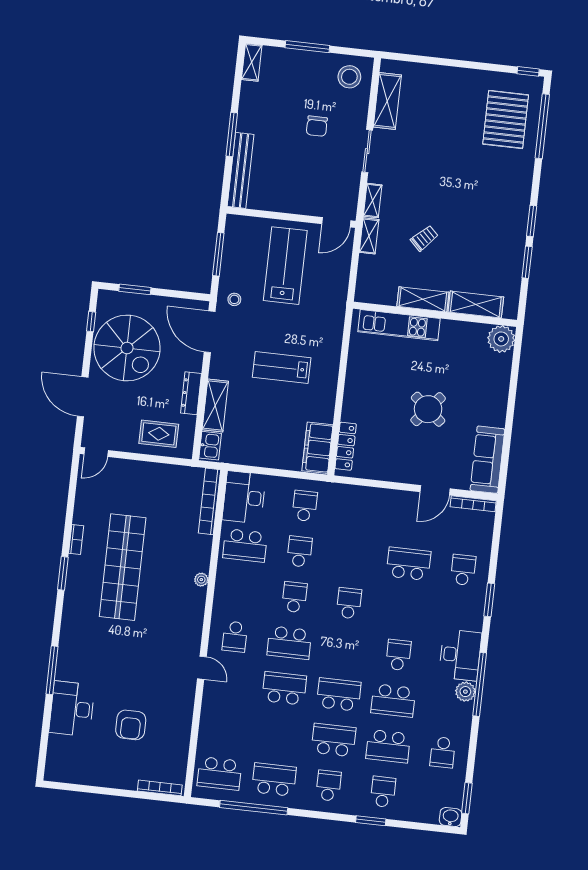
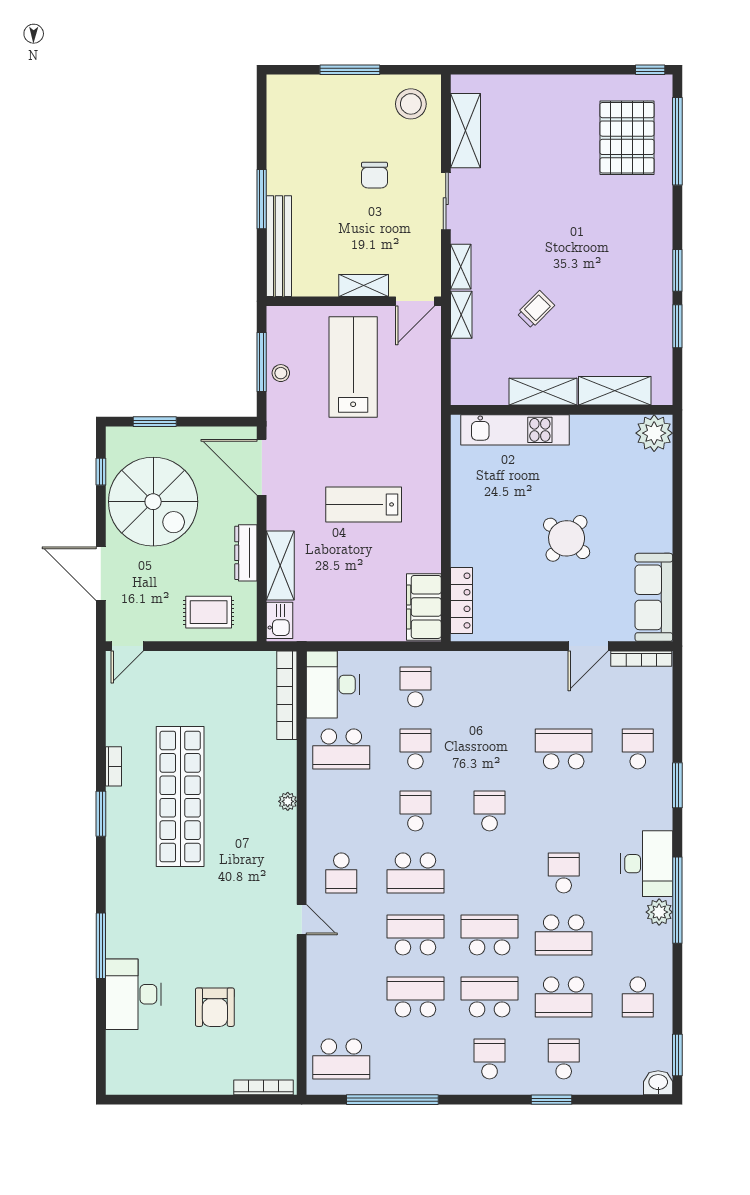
shelving: (252, 62) -> (364, 285), moved, turned 90
stool: (234, 299) -> (281, 373), moved
school desk: (274, 780) -> (415, 997), moved

